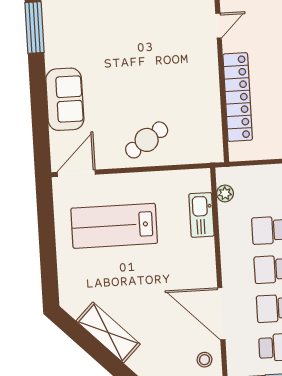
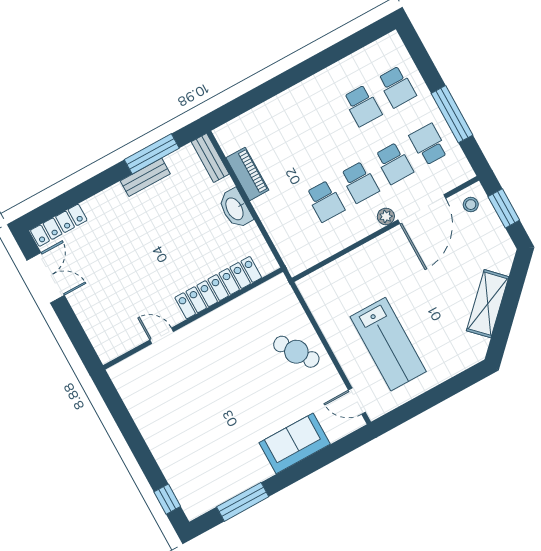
door: (76, 173) -> (357, 401), width x0.73
plant: (225, 193) -> (386, 216), moved
kitchen sink: (201, 215) -> (341, 270), removed

